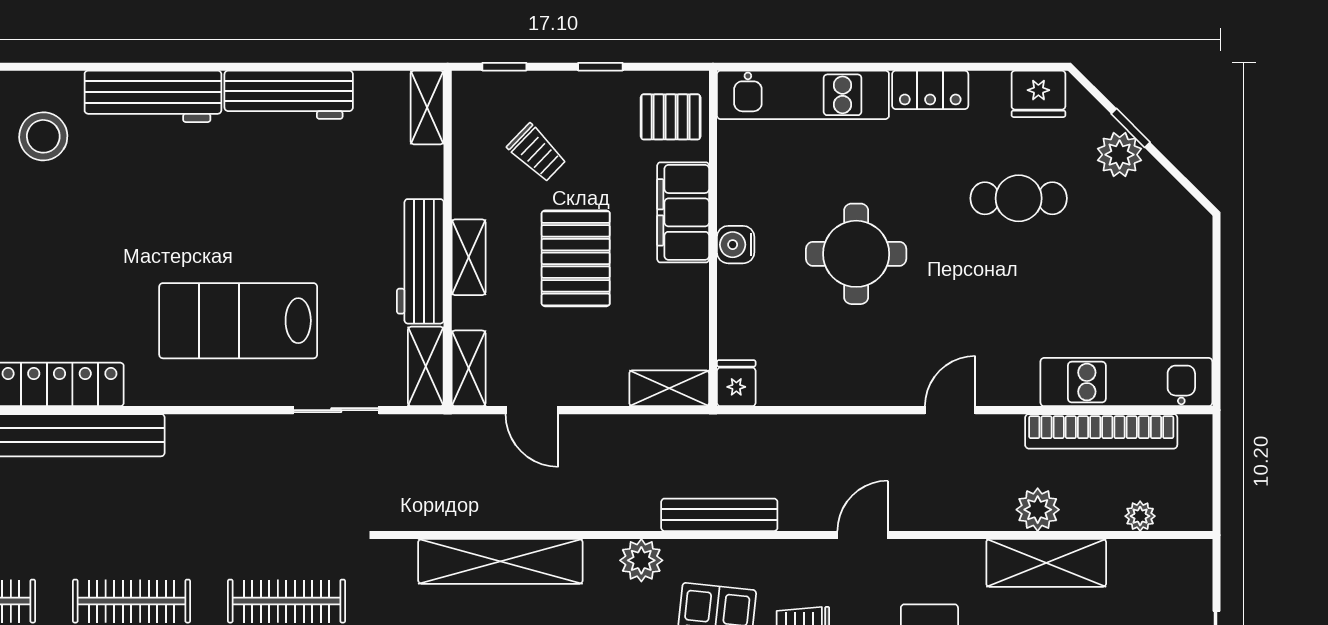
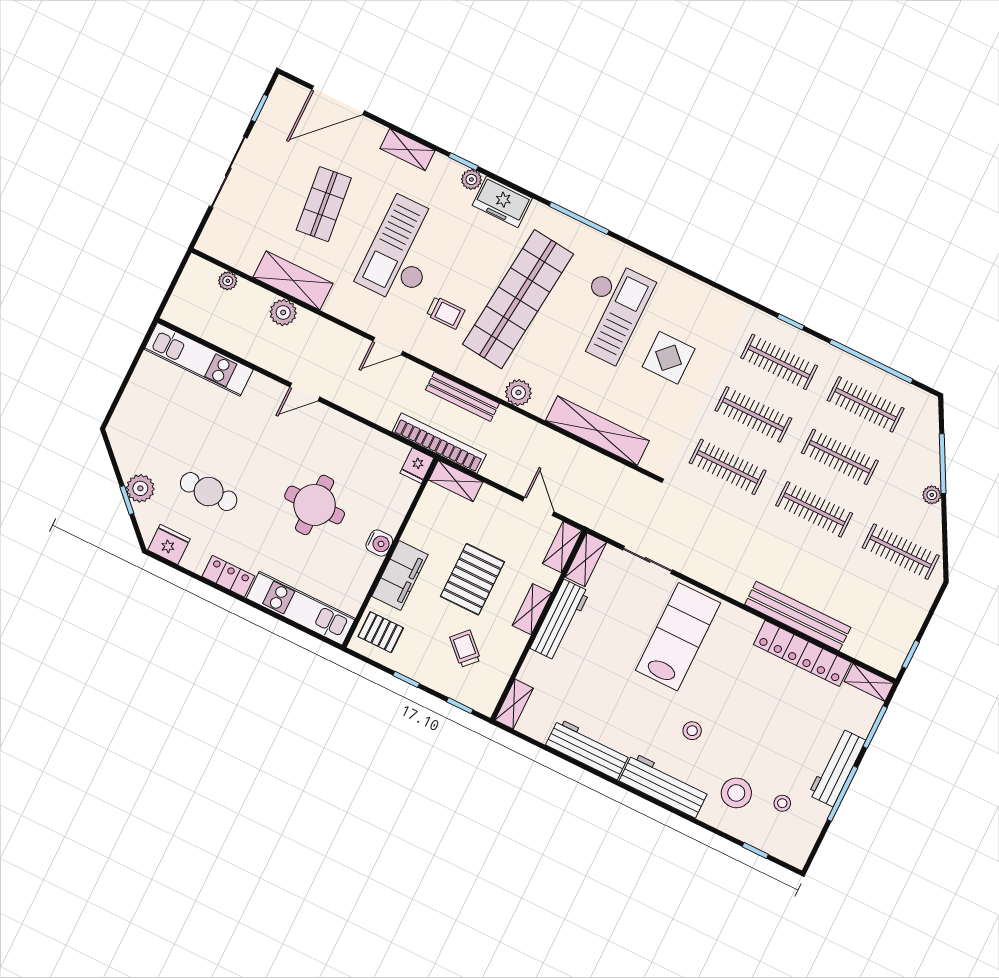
stool: (151, 195) -> (692, 731), added
lab bench: (238, 321) -> (678, 637), turned -90
bookcase: (1101, 431) -> (439, 443), moved

